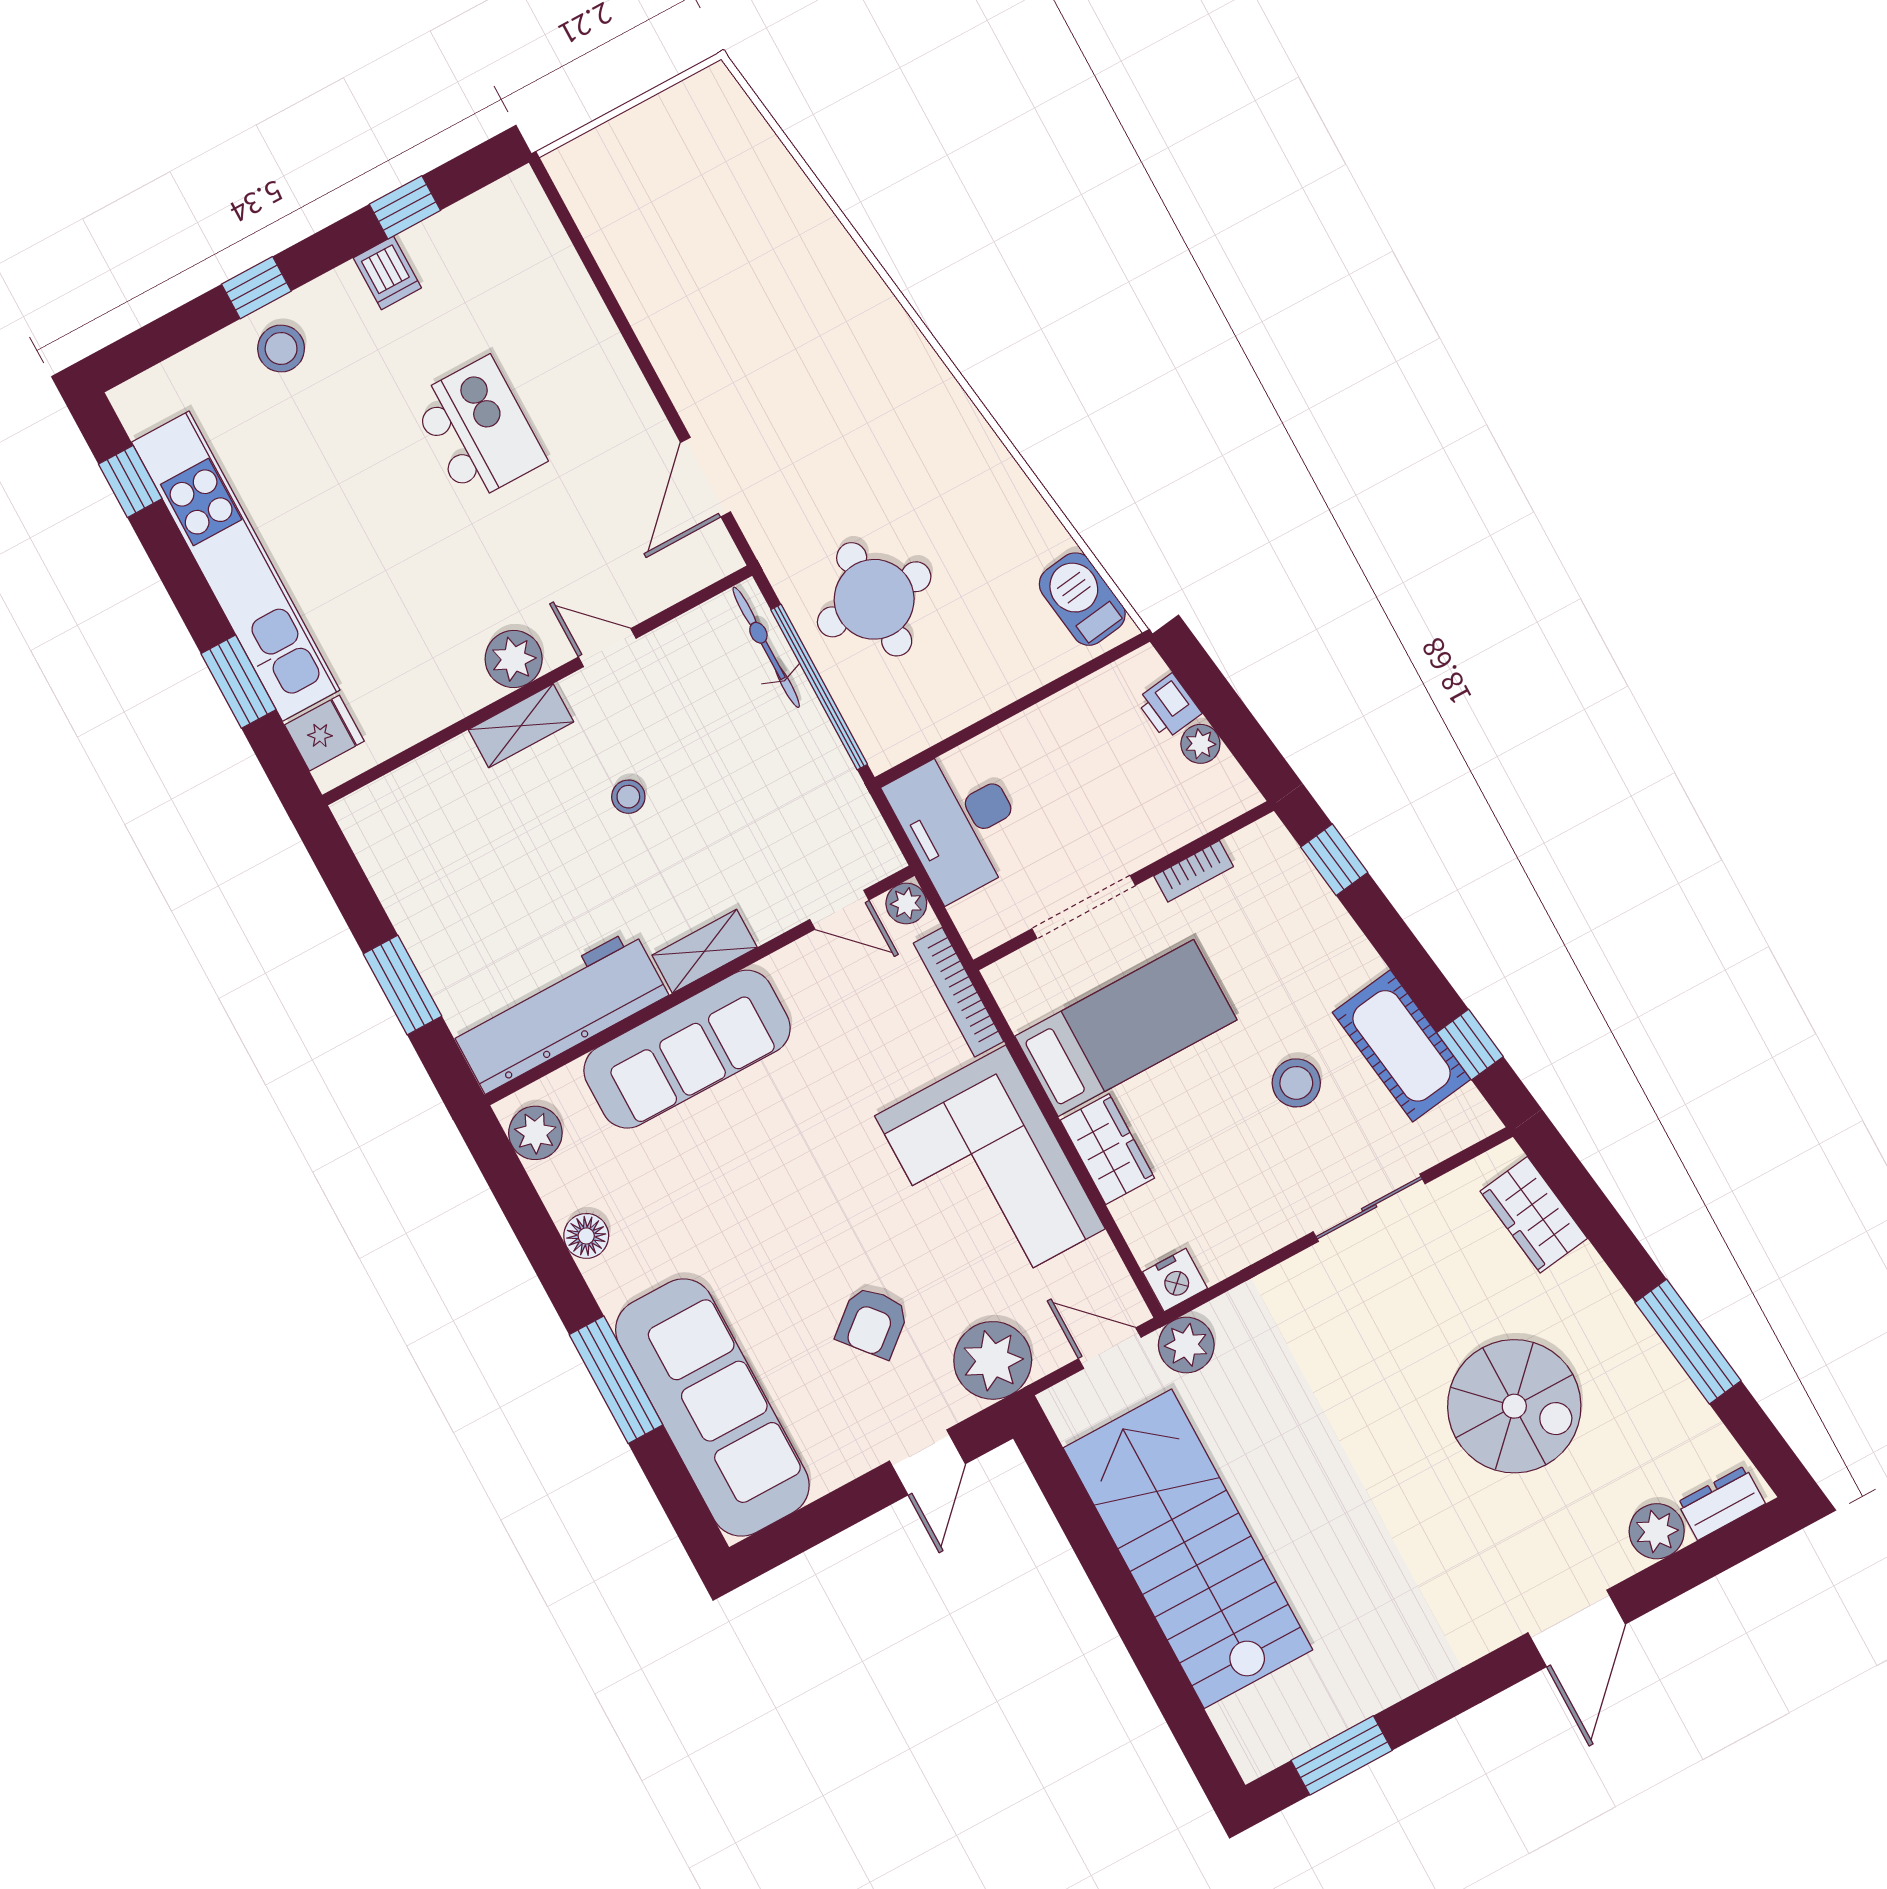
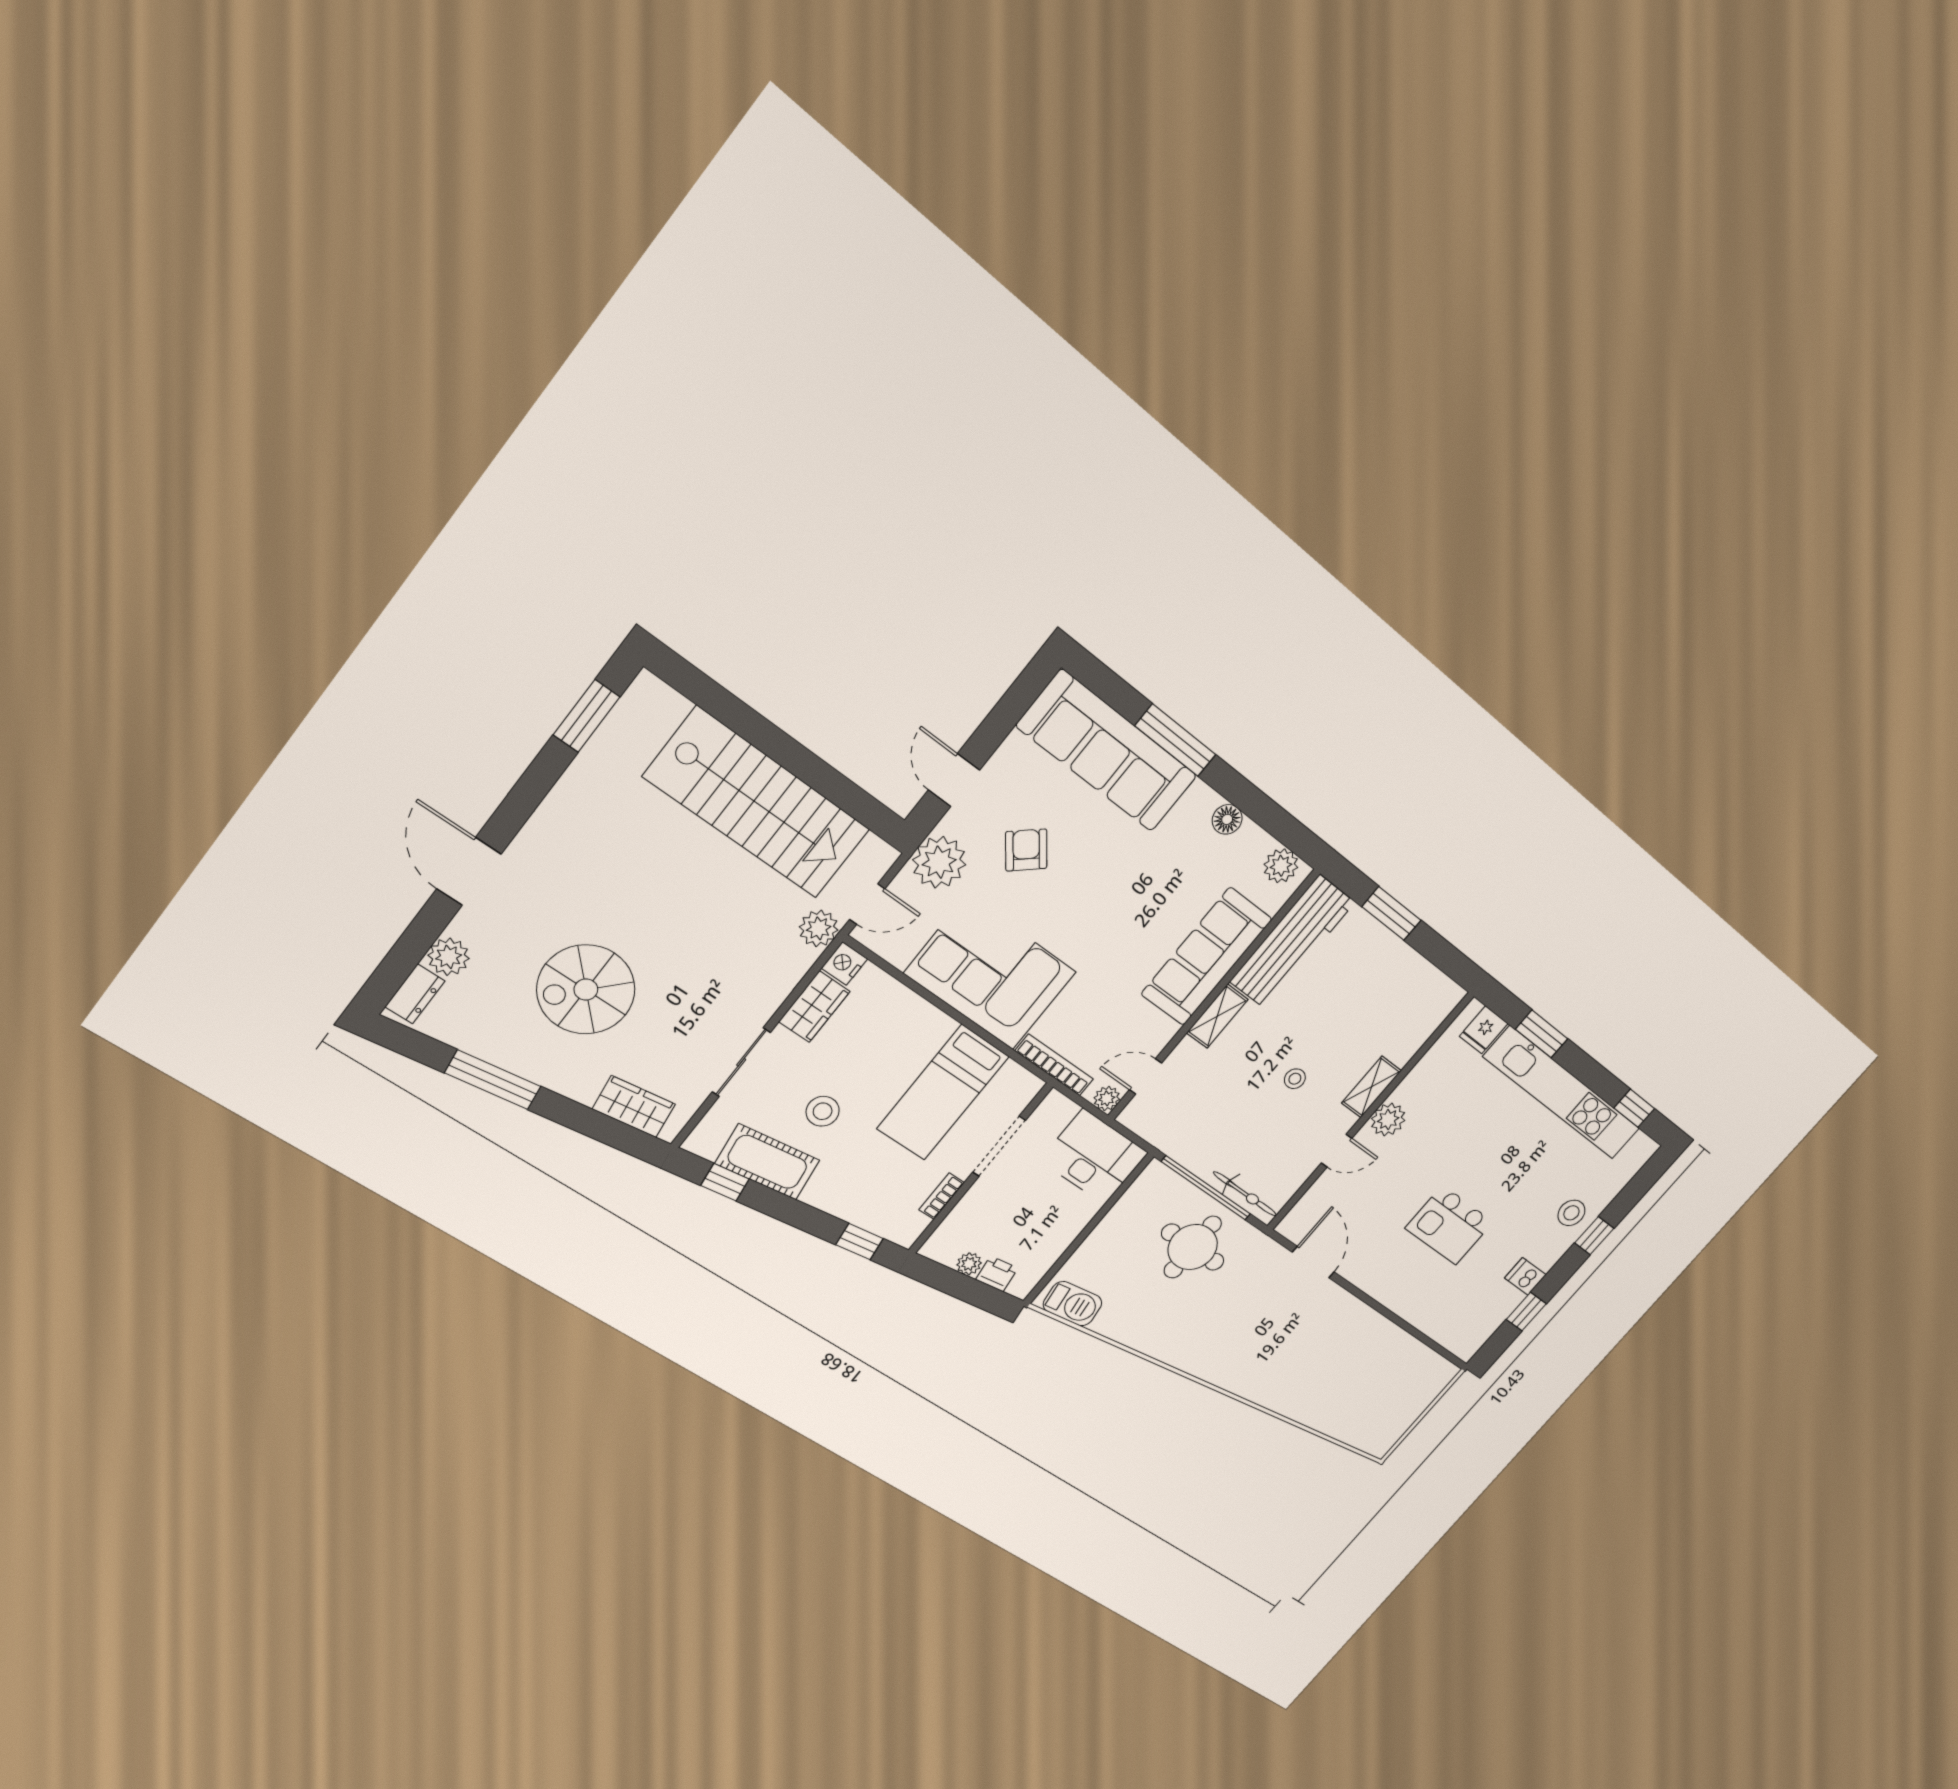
wardrobe: (1107, 1149) -> (814, 1007), moved, turned -90

